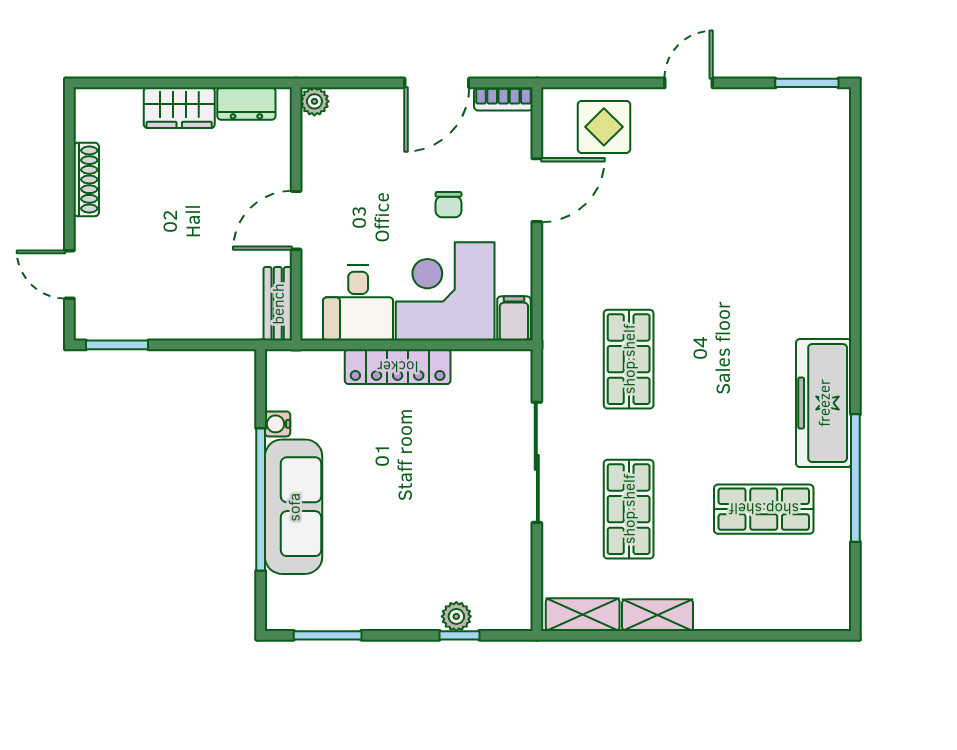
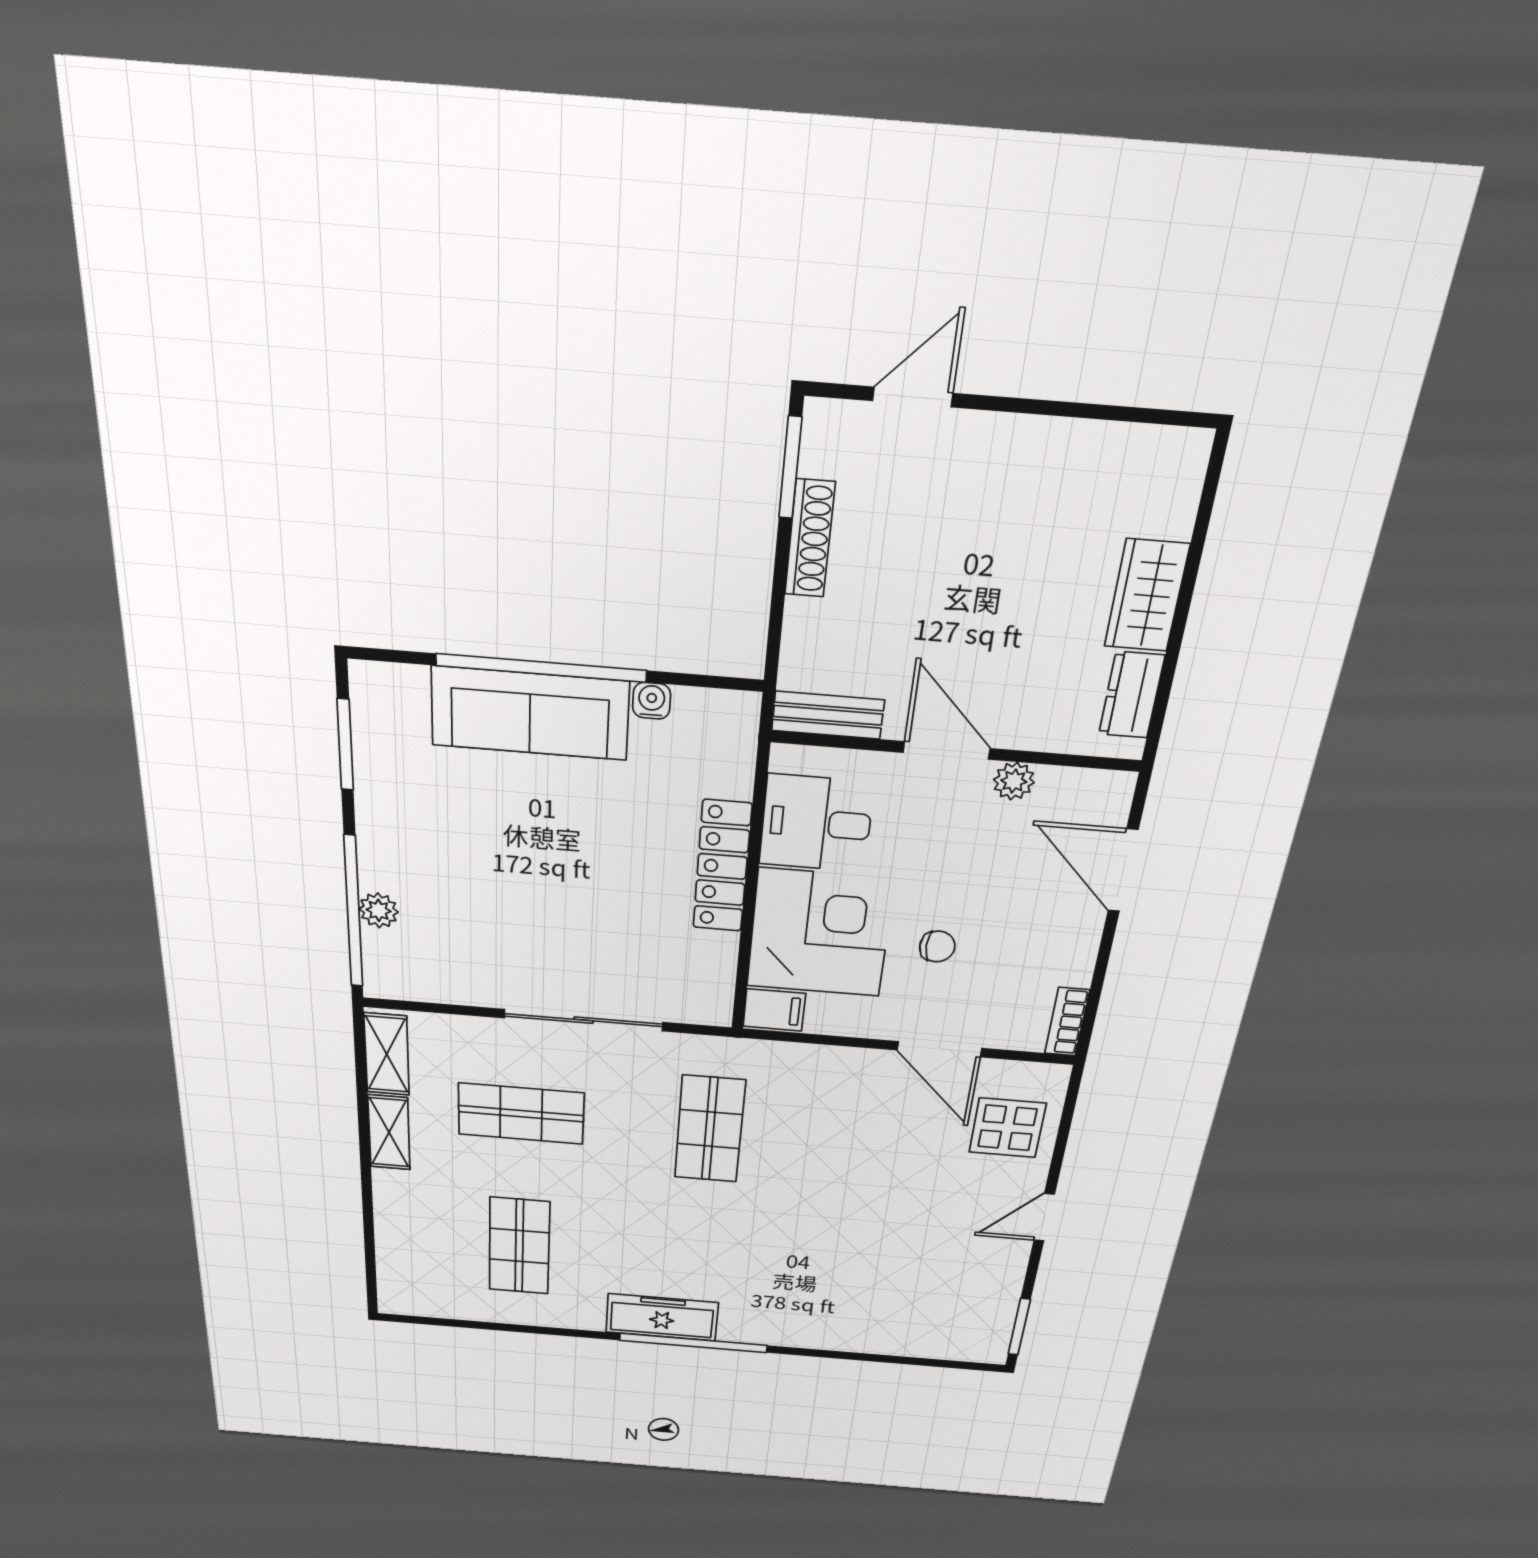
door: (437, 83) -> (1123, 870), moved
door: (689, 83) -> (1044, 1217), swing flipped
plant: (314, 101) -> (1014, 781), moved
shoe rack: (86, 179) -> (810, 539), moved, turned -90
chair: (448, 205) -> (937, 946), turned 180
shop shelf: (629, 359) -> (710, 1129), turned 90
freezer: (824, 403) -> (662, 1317), width x0.73, depth x0.79
window: (855, 478) -> (693, 1343), moved
window: (459, 635) -> (353, 912), width x3.17

